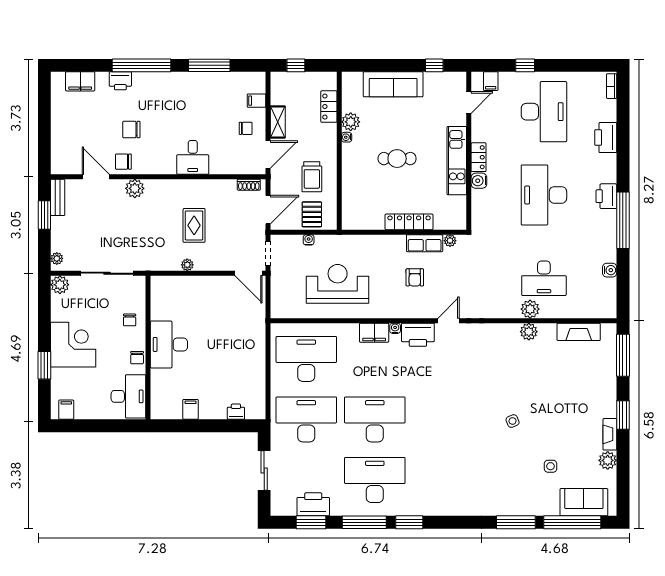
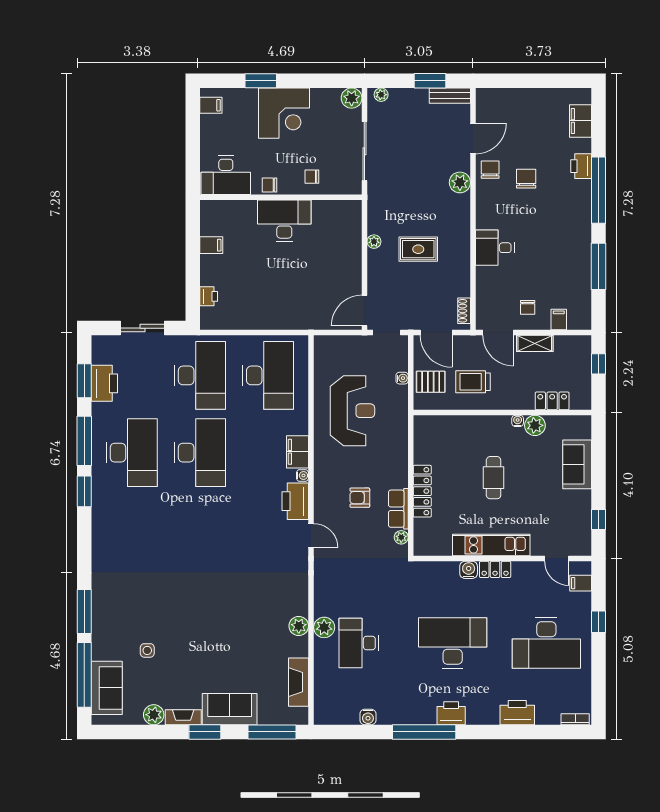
sofa: (393, 84) -> (577, 464), width x0.73
sofa: (603, 393) -> (230, 709), added
side table: (513, 421) -> (198, 608), removed

